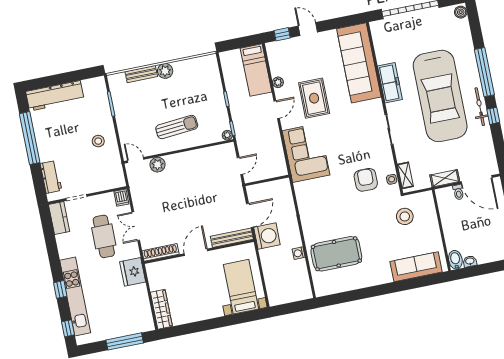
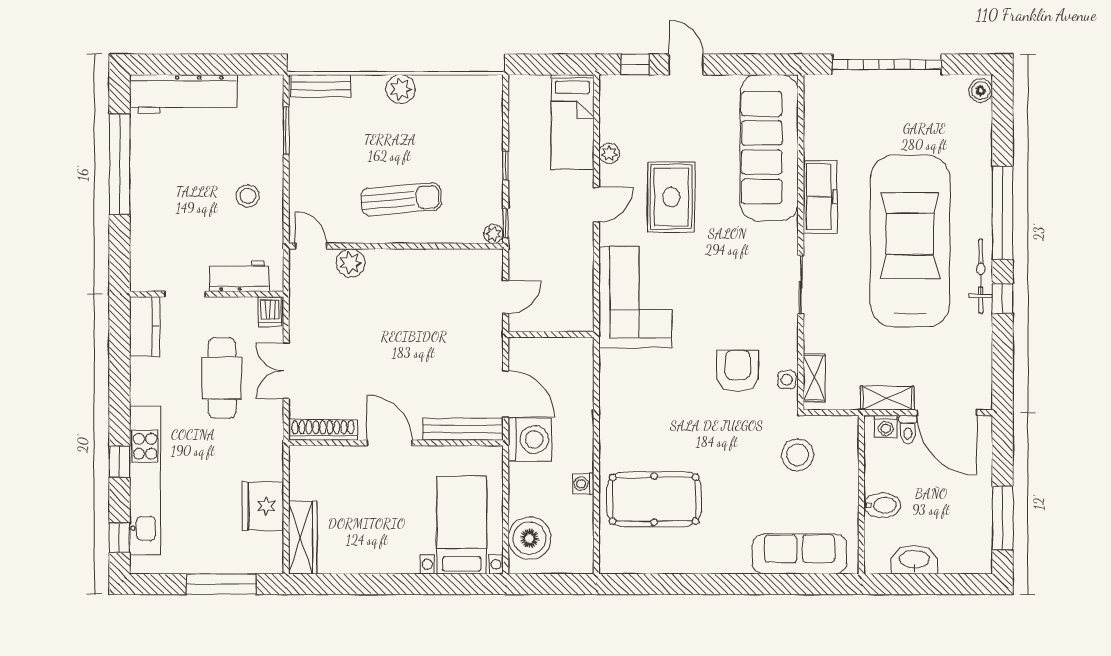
bench: (141, 74) -> (321, 86), moved
car: (440, 96) -> (910, 241), turned 180
workbench: (51, 177) -> (239, 276), moved, turned -90
washing machine: (447, 193) -> (886, 426), added
door: (250, 215) -> (506, 394), hinge flipped
door: (196, 252) -> (390, 443), hinge flipped
bidet: (455, 260) -> (882, 505), moved, turned 90
washbasin: (470, 261) -> (914, 560), width x1.91, depth x1.45
fridge: (133, 272) -> (263, 506), moved
boiler: (277, 286) -> (529, 538), added

